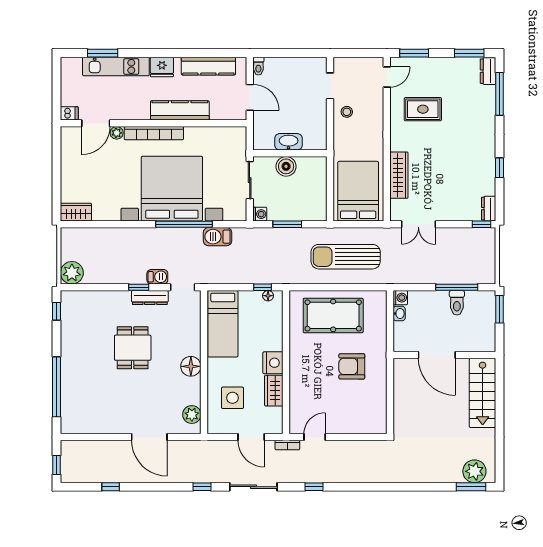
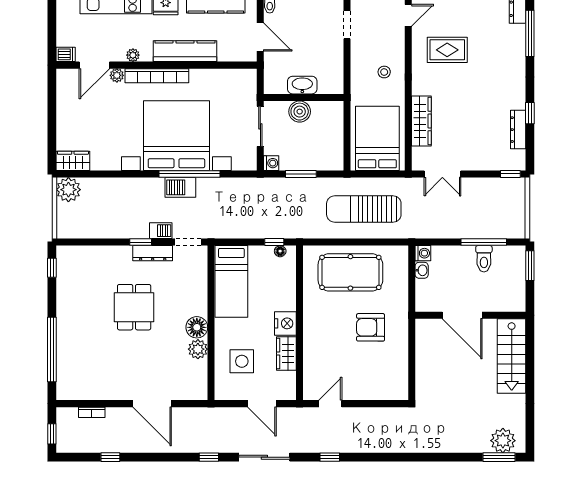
stool: (347, 112) -> (384, 72), moved
plant: (132, 114) -> (133, 55), added
dresser: (489, 209) -> (518, 130), moved, width x1.44
barbecue: (217, 237) -> (180, 187), moved
plant: (72, 273) -> (68, 190), moved
plant: (192, 415) -> (198, 349), moved
bookcase: (287, 445) -> (92, 412), moved

